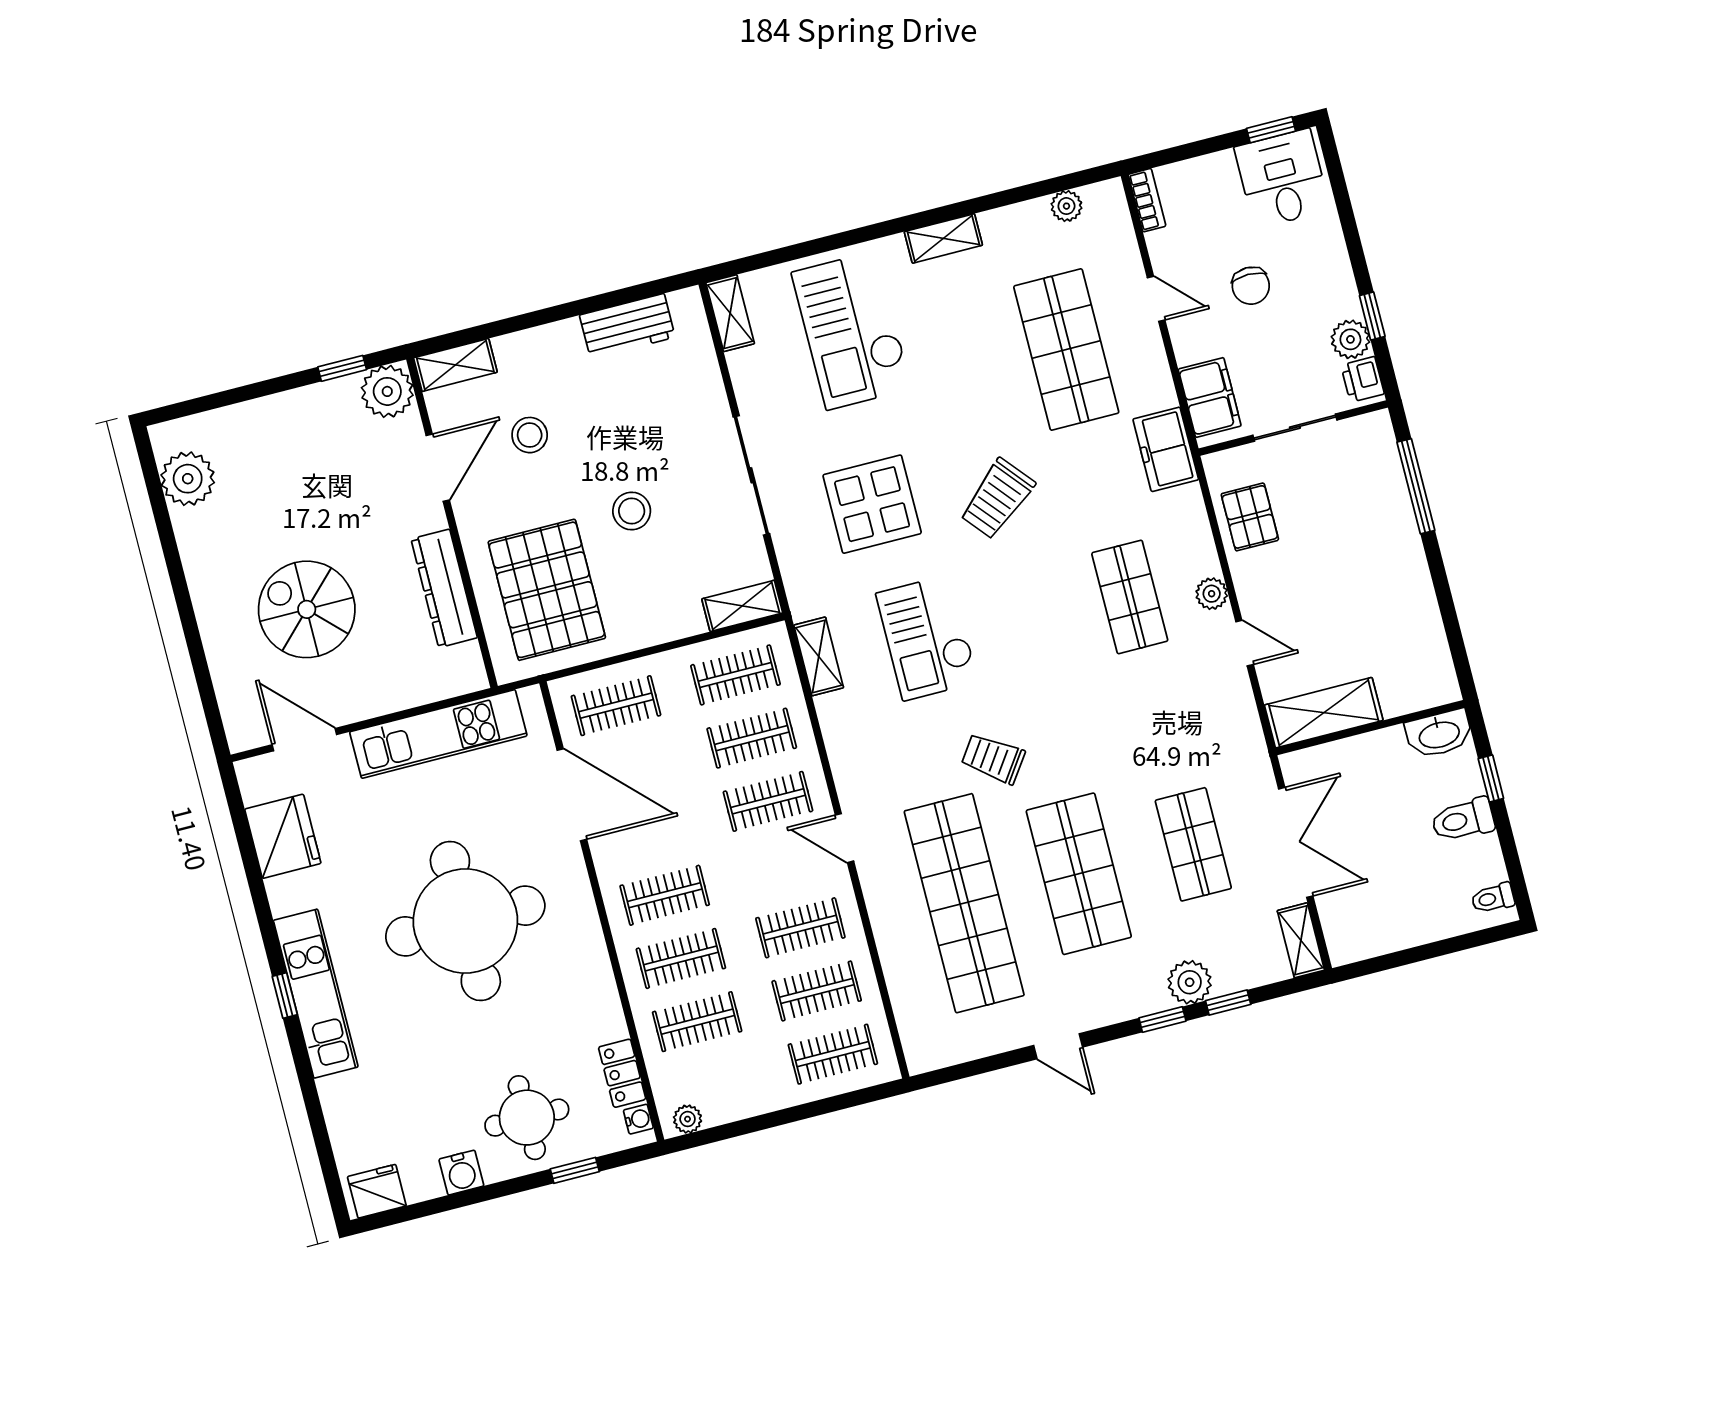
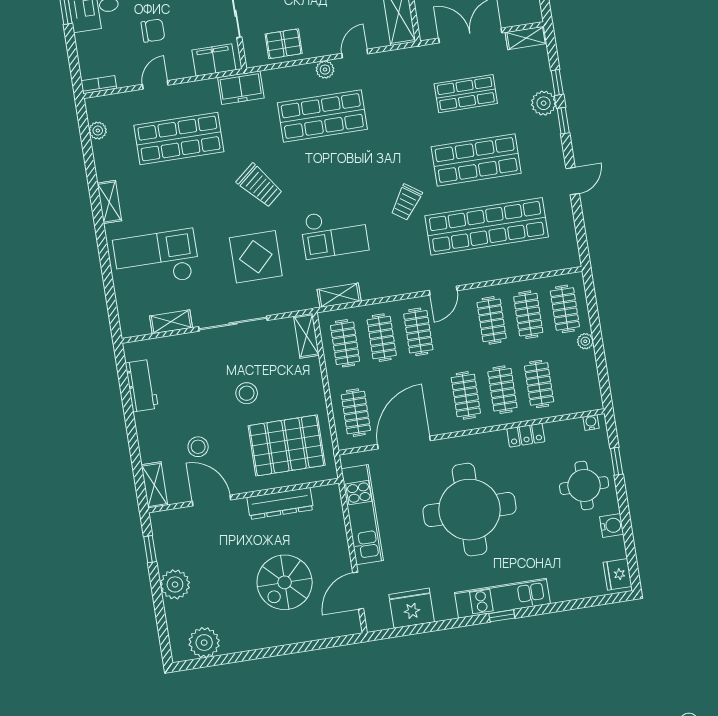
shelving: (730, 313) -> (171, 322), moved
checkout: (852, 331) -> (156, 259), turned 180
plant: (387, 391) -> (175, 584), moved
shop shelf: (1130, 597) -> (322, 116), width x1.43, depth x1.36
locker: (622, 1073) -> (526, 435), moved
plant: (688, 1119) -> (585, 341), moved

